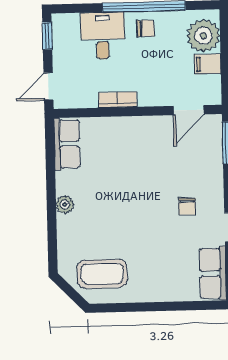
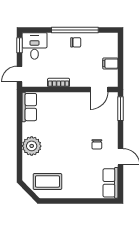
desk: (103, 36) -> (34, 46), moved
plant: (203, 36) -> (108, 47), removed
plant: (65, 205) -> (32, 146), width x1.87, depth x1.87

